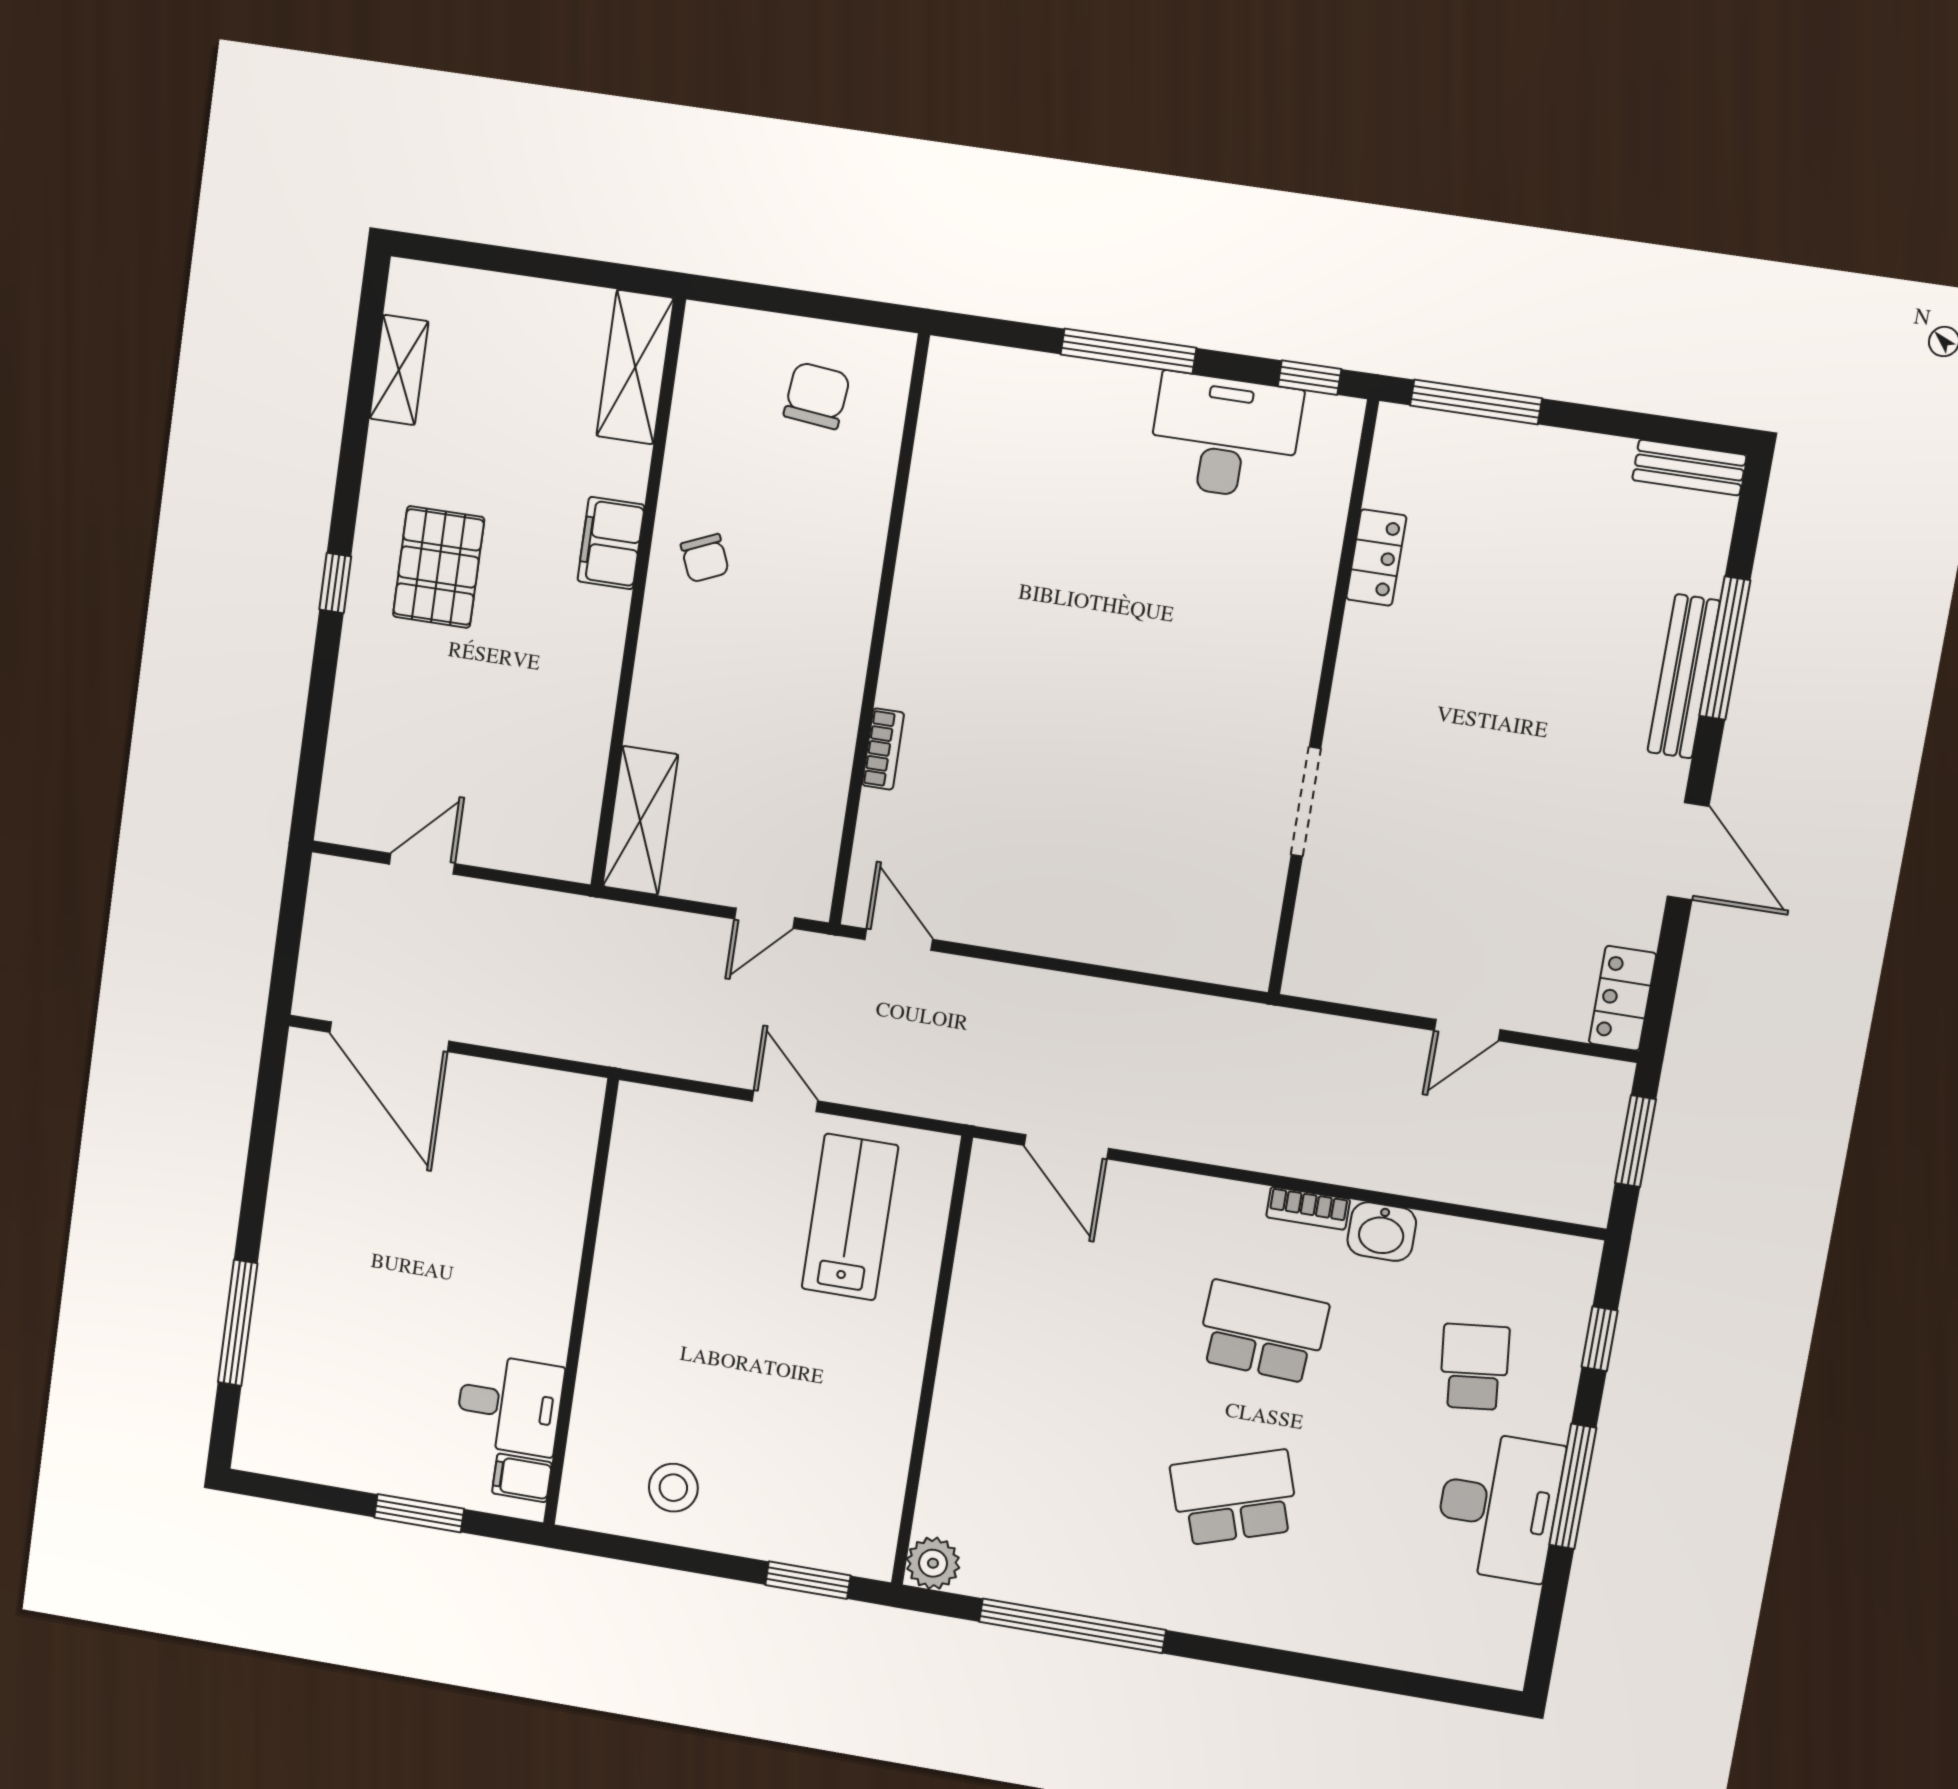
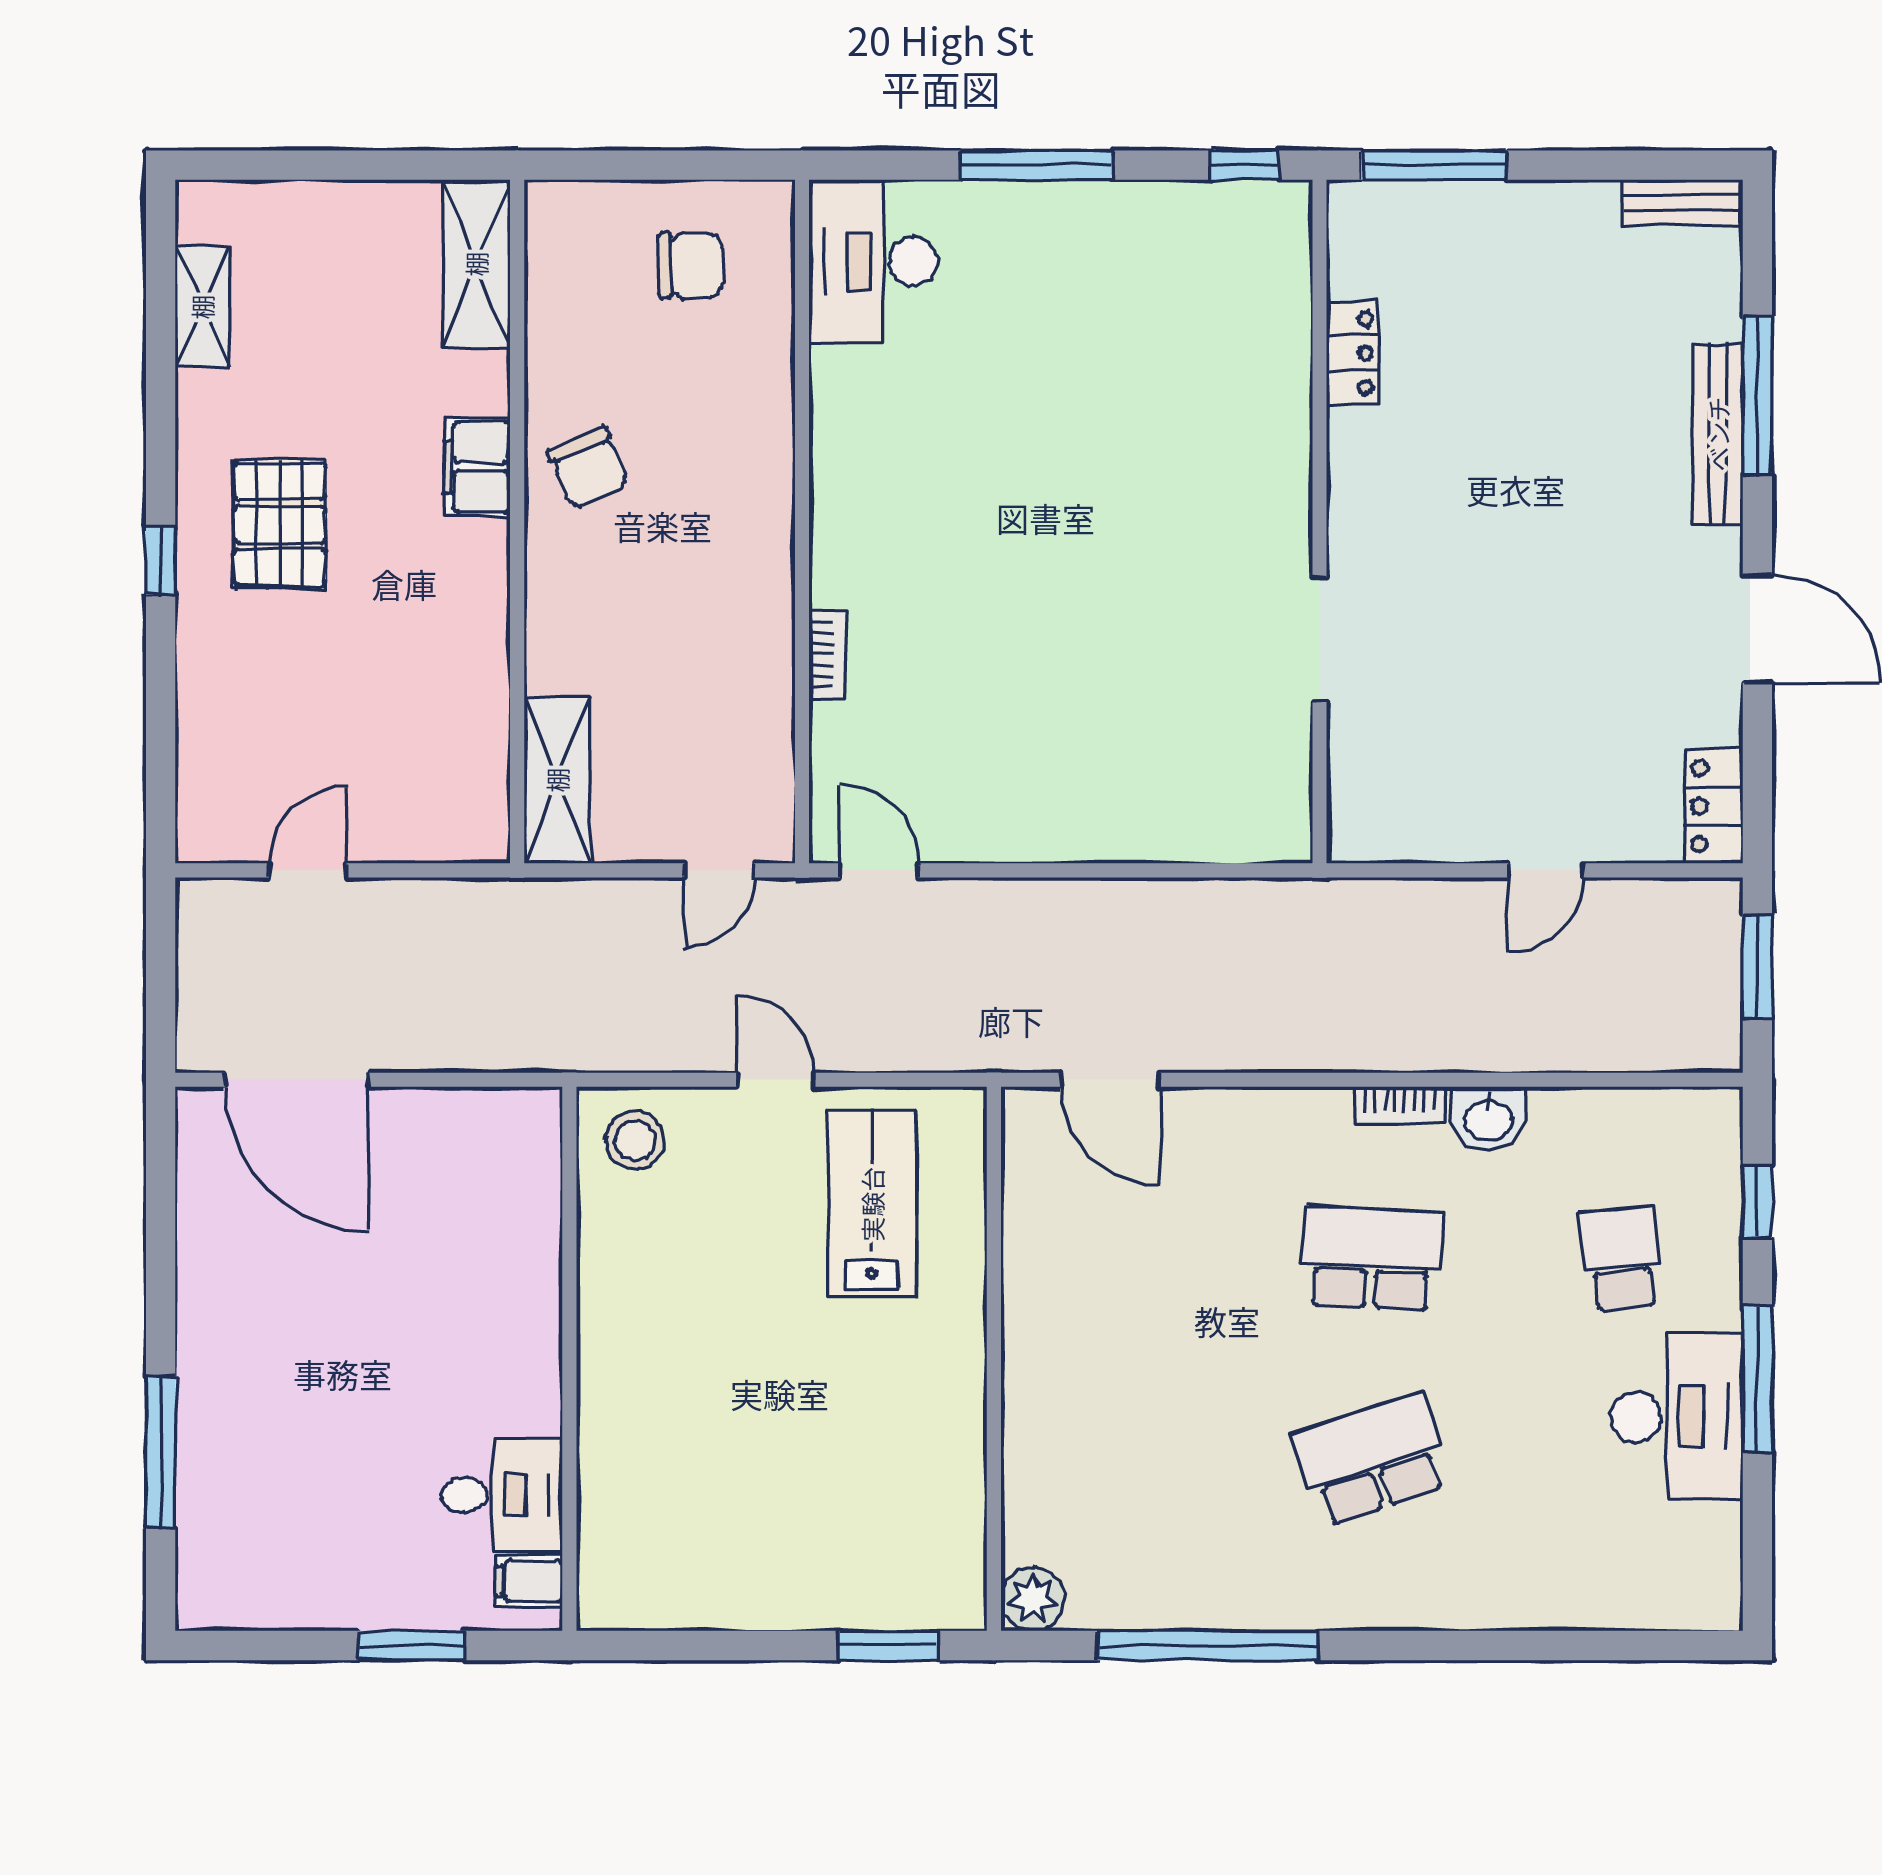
chair: (817, 396) -> (690, 266), turned 84
desk: (1225, 436) -> (873, 261), moved, turned -90
chair: (705, 558) -> (589, 468), width x1.37, depth x1.37
stool: (673, 1488) -> (635, 1140), moved

